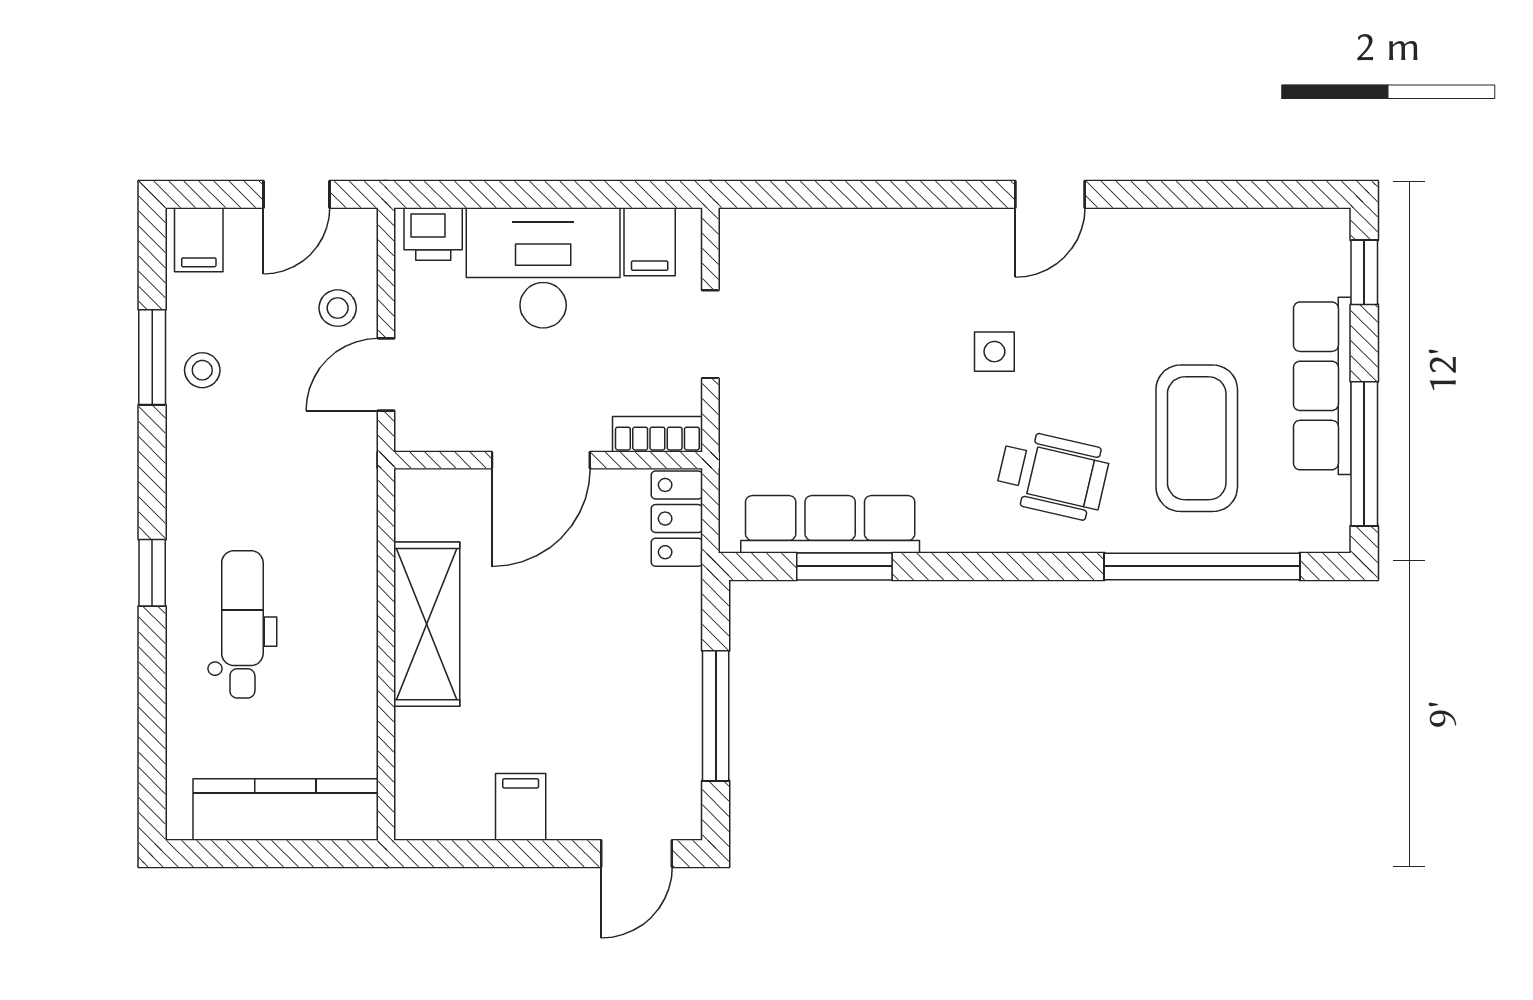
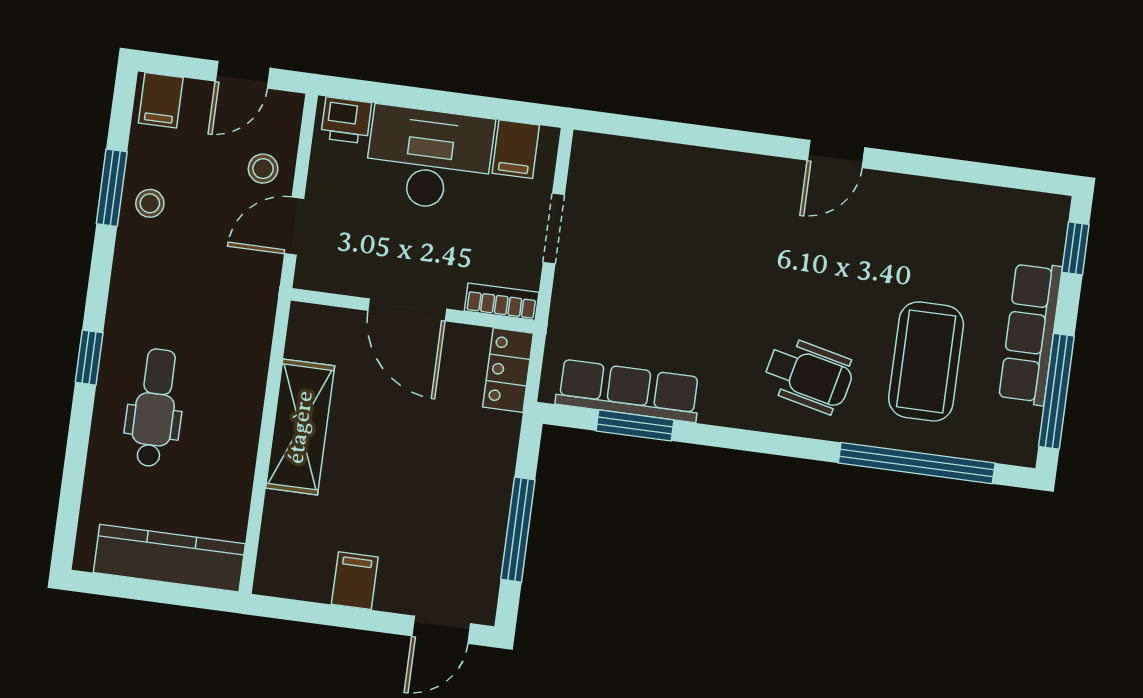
side table: (994, 352) -> (776, 272), removed
door: (541, 460) -> (407, 310), hinge flipped

